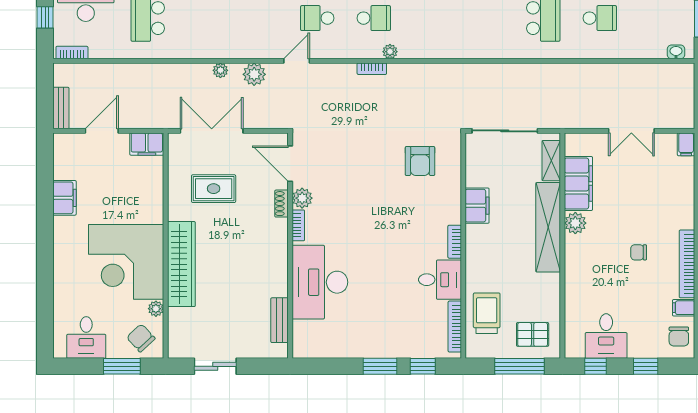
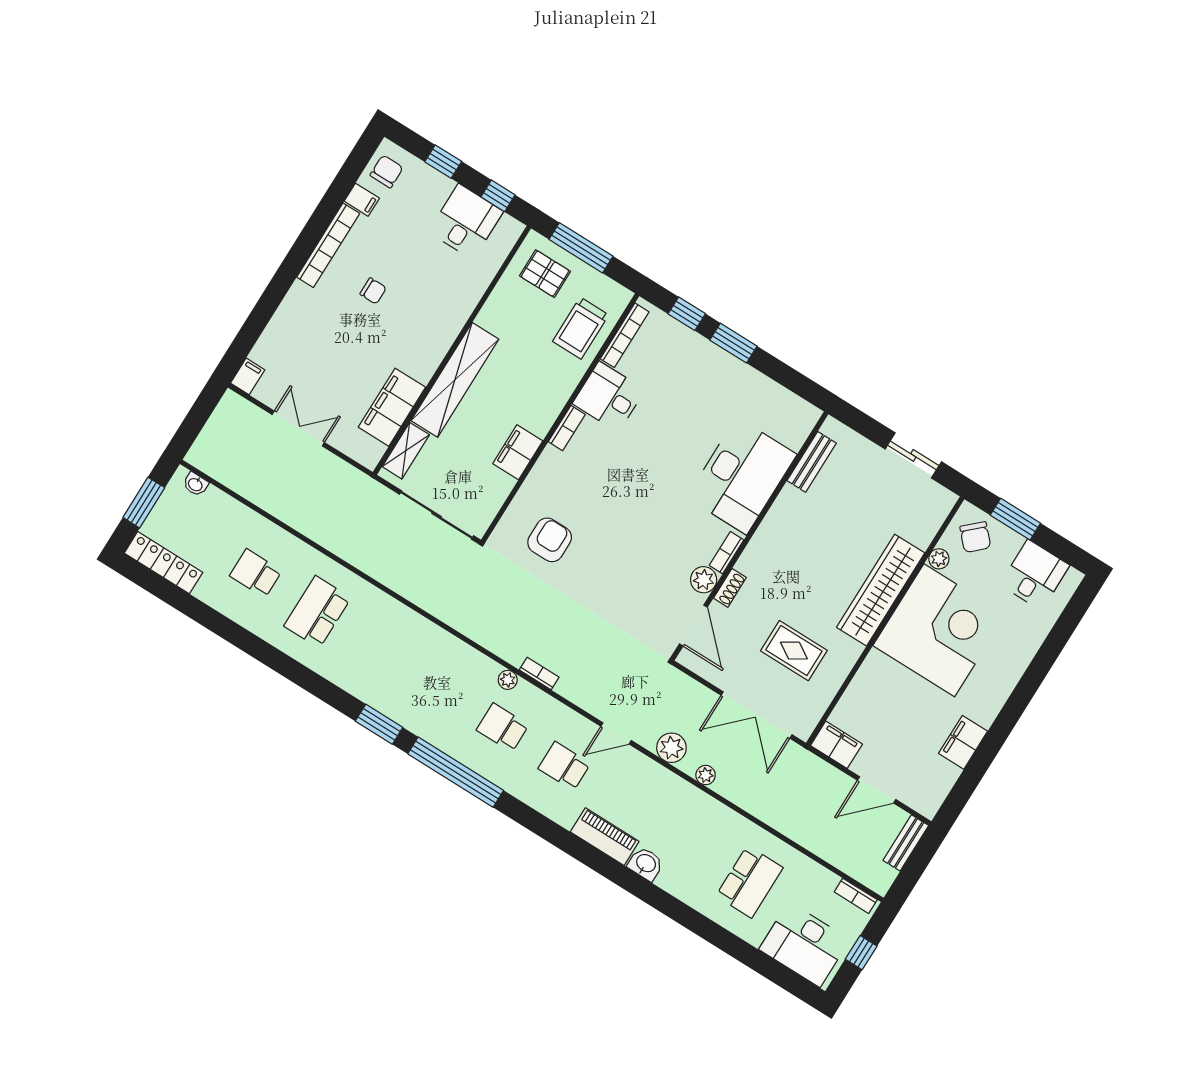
school desk: (317, 18) -> (564, 766), turned 180
plant: (575, 223) -> (422, 366), removed

